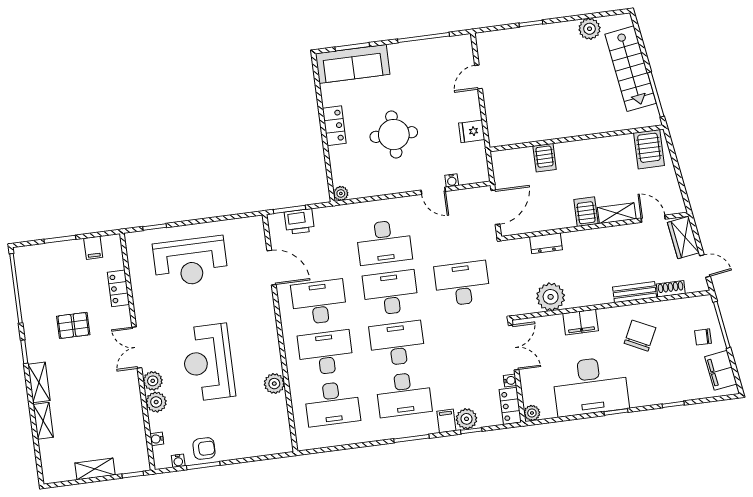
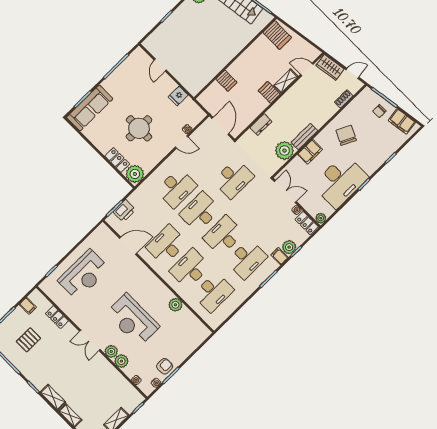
locker: (334, 126) -> (117, 160), moved
plant: (341, 193) -> (135, 174), width x1.88, depth x1.88
desk: (462, 284) -> (233, 179), turned 180
bench: (635, 292) -> (304, 136), moved
pallet: (73, 325) -> (28, 340), moved

